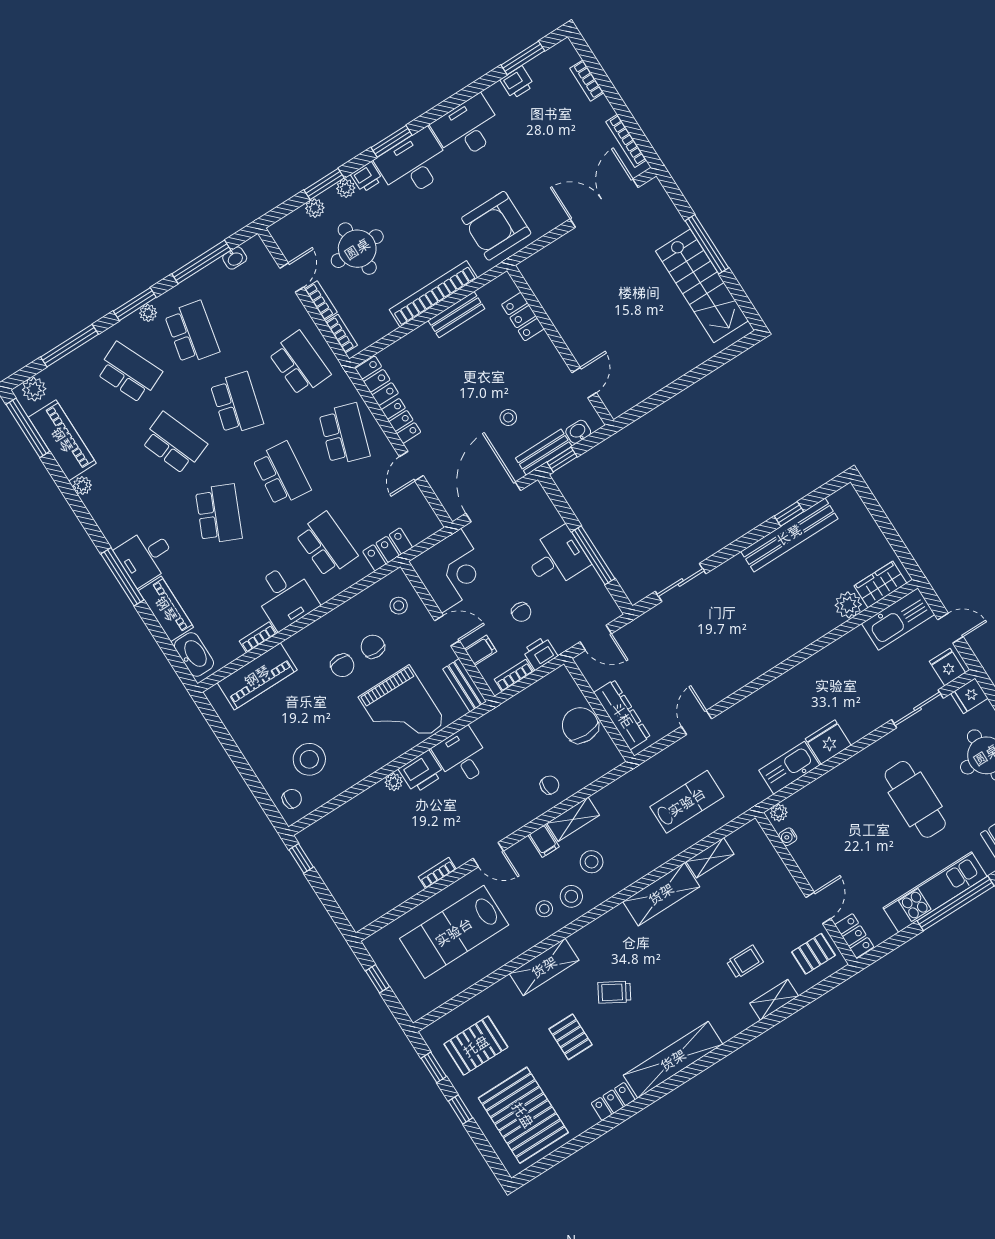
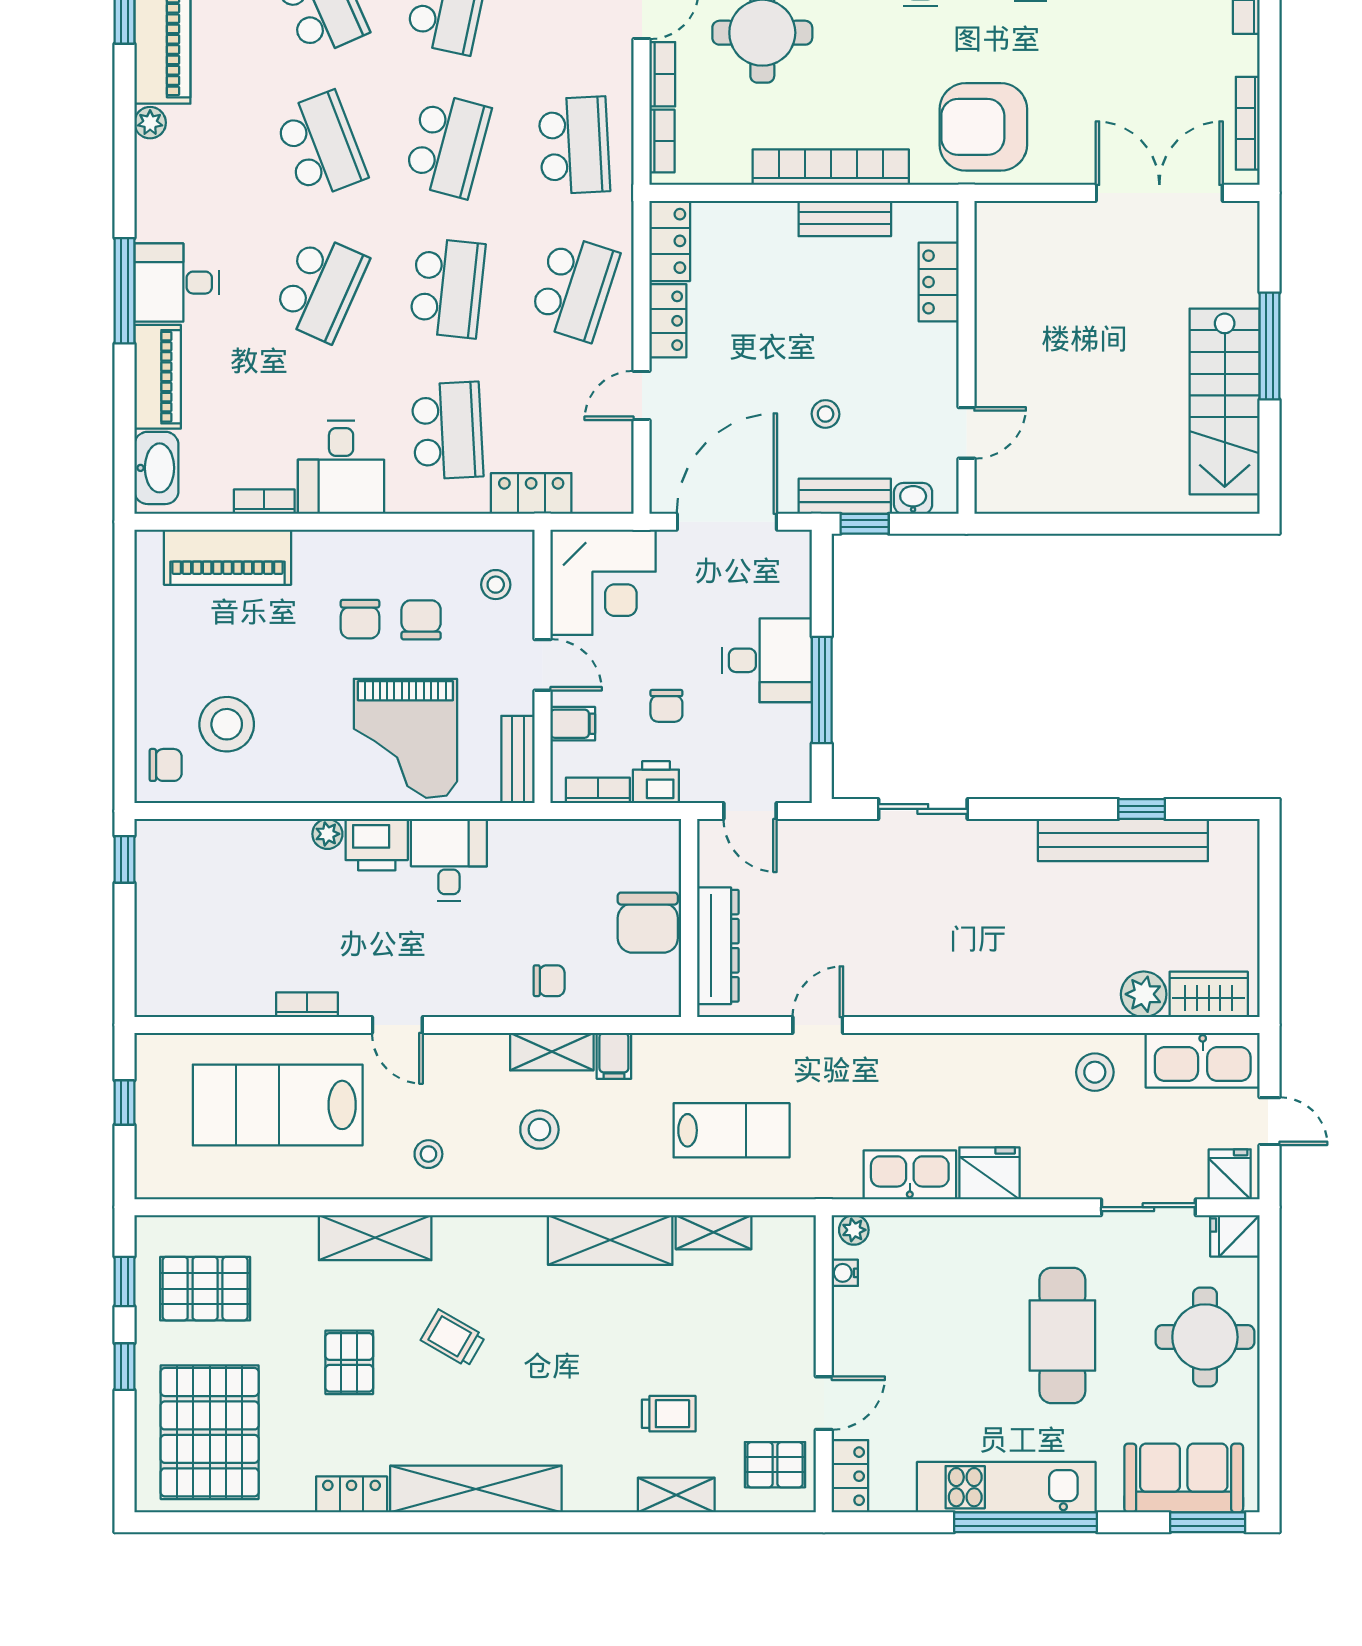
chair: (580, 725) -> (648, 923), turned 180
filing cabinet: (544, 841) -> (614, 1056), moved
stool: (571, 896) -> (1095, 1072), moved

